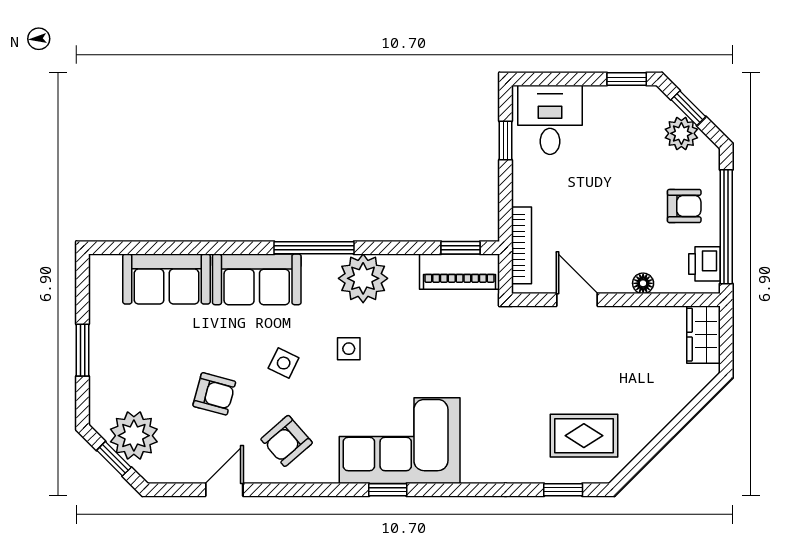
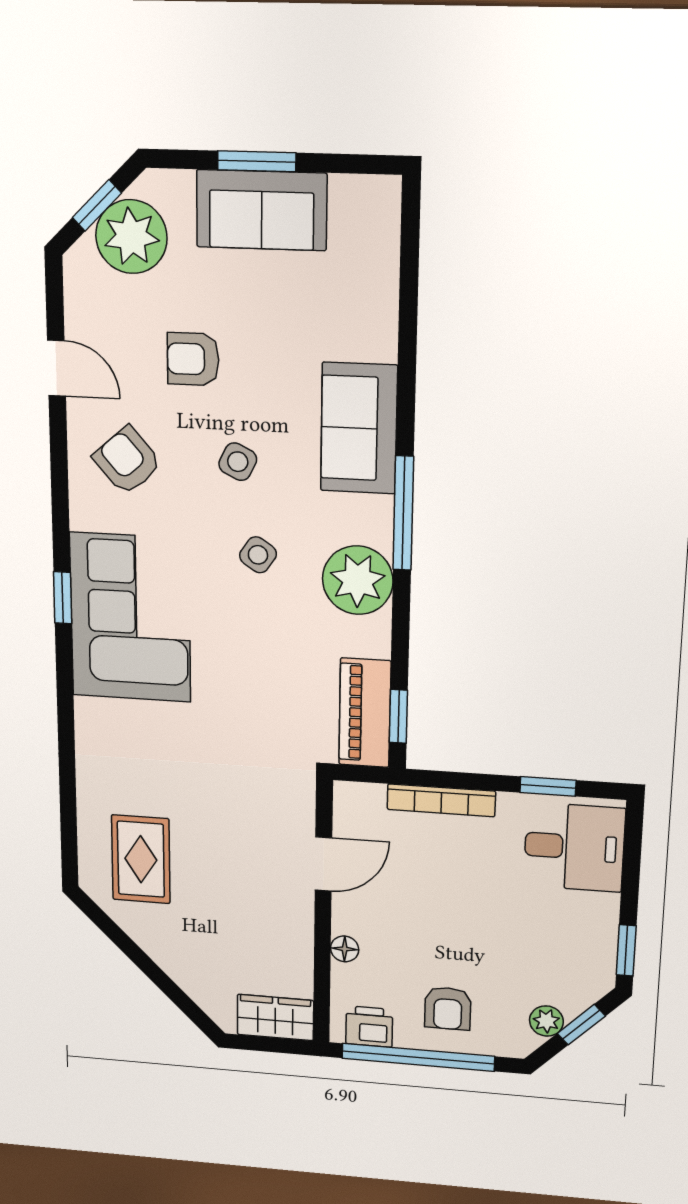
plant: (681, 133) -> (546, 1021), width x0.73, depth x0.73
bookcase: (521, 245) -> (441, 800), moved
sofa: (167, 279) -> (261, 210), moved, turned -90
side table: (349, 349) -> (258, 555), turned 34
armchair: (214, 394) -> (193, 359), turned 75
window: (563, 490) -> (69, 828), removed

